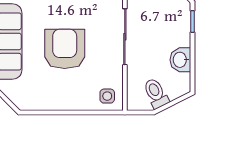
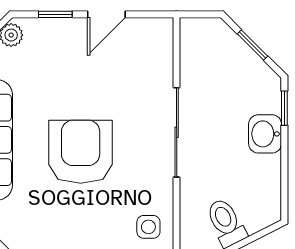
washbasin: (180, 60) -> (265, 134), moved

